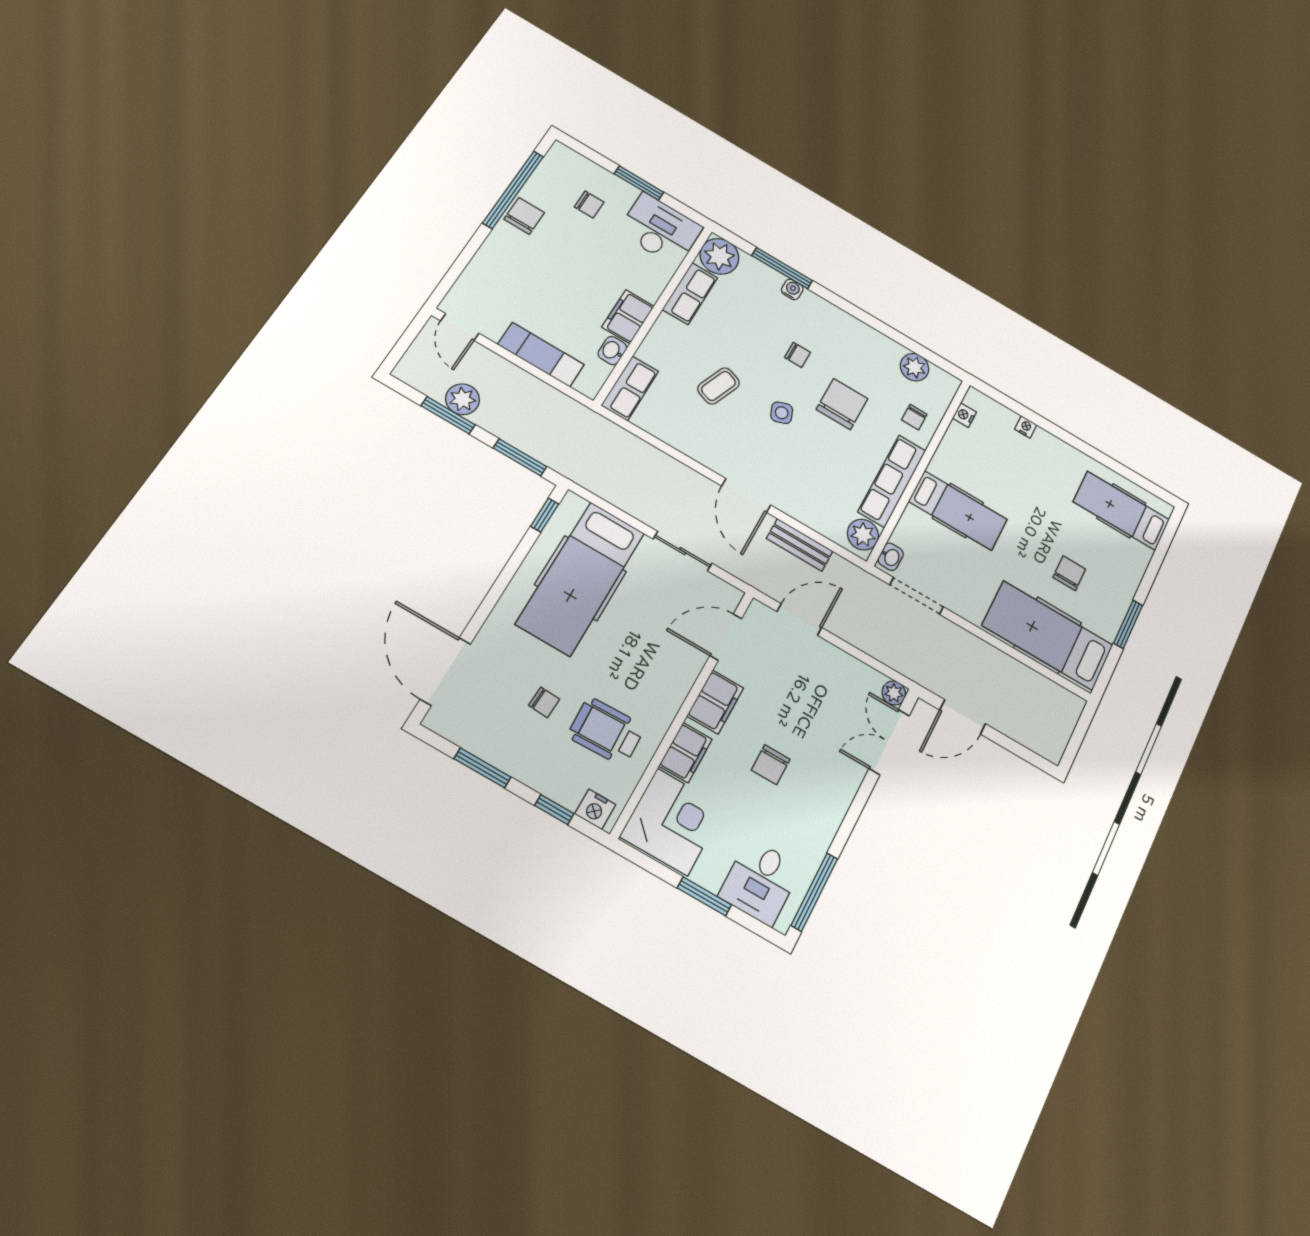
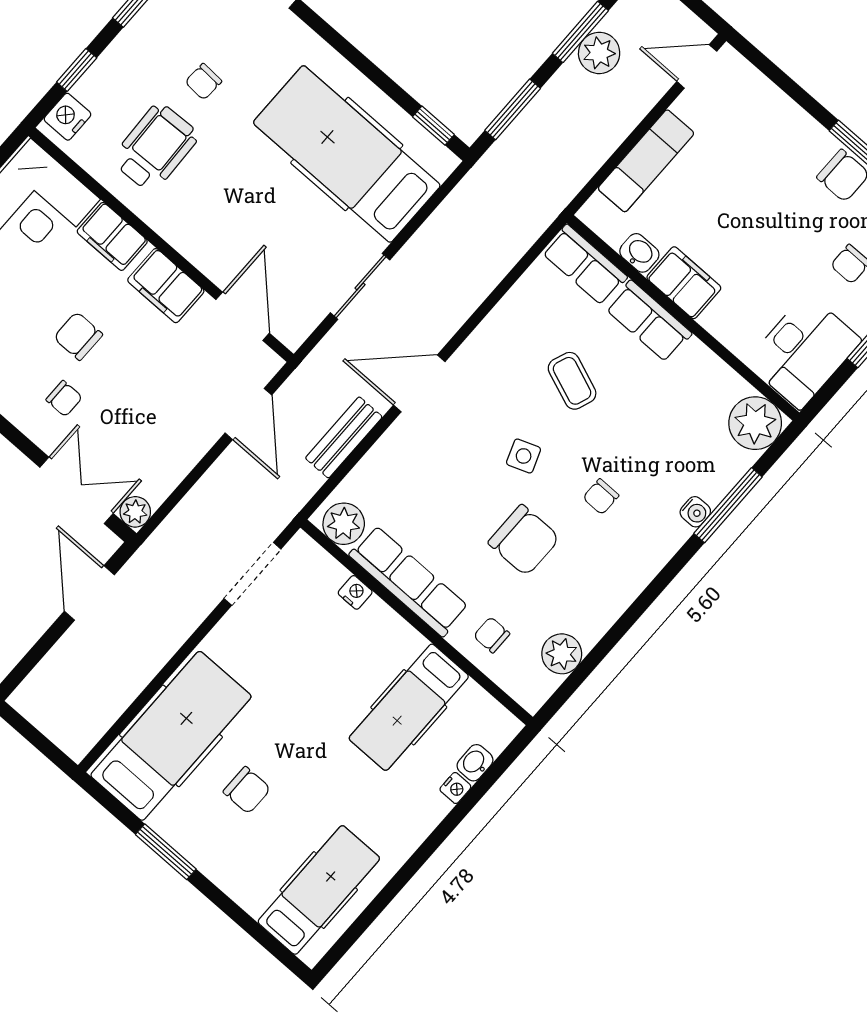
row of seats: (690, 294) -> (649, 321), moved
nightstand: (964, 415) -> (355, 592), moved
hospital bed: (958, 510) -> (409, 707), moved
washbasin: (891, 557) -> (475, 763), moved, turned 90
chair: (822, 766) -> (64, 399), added

